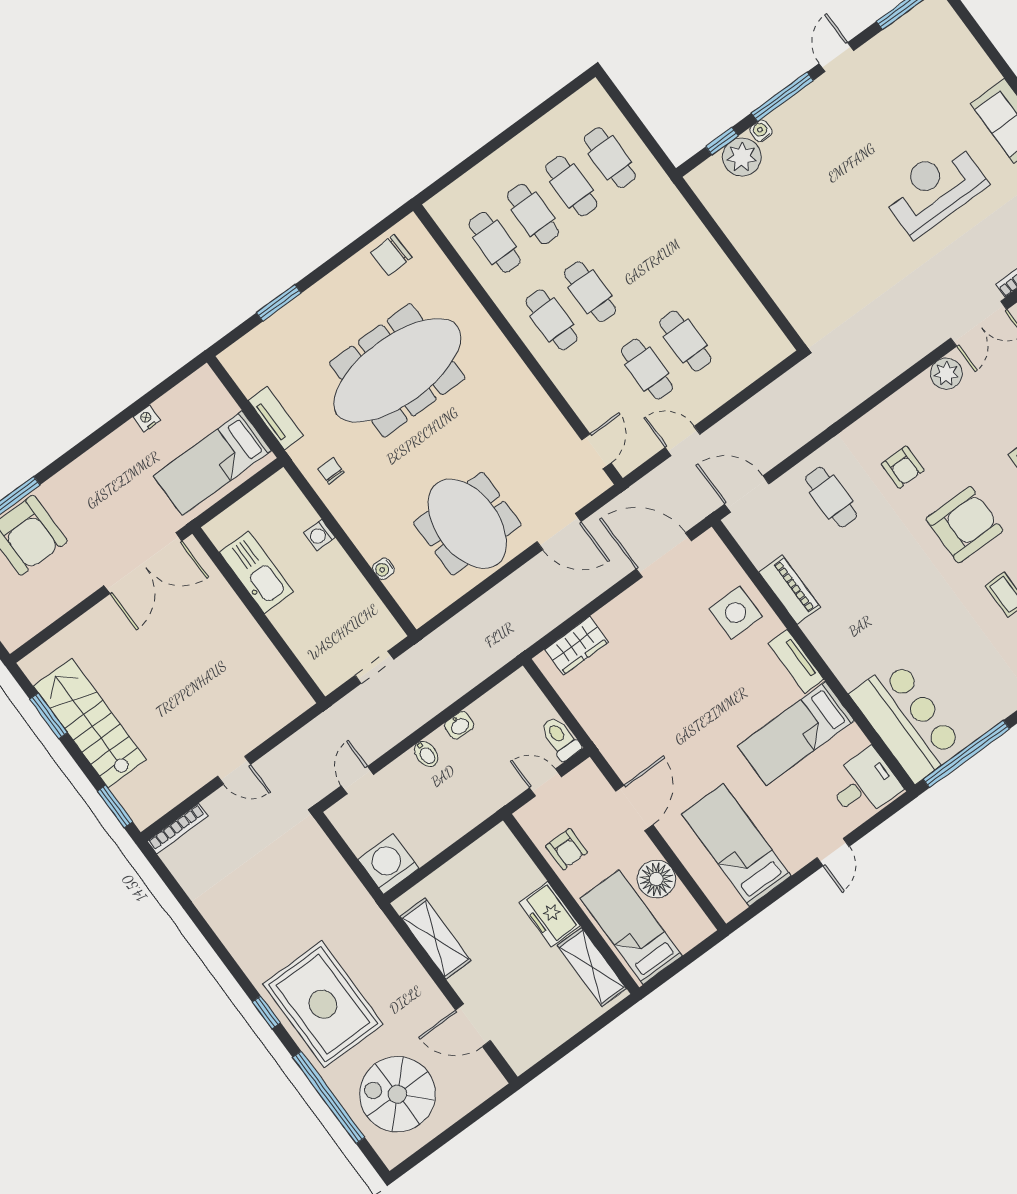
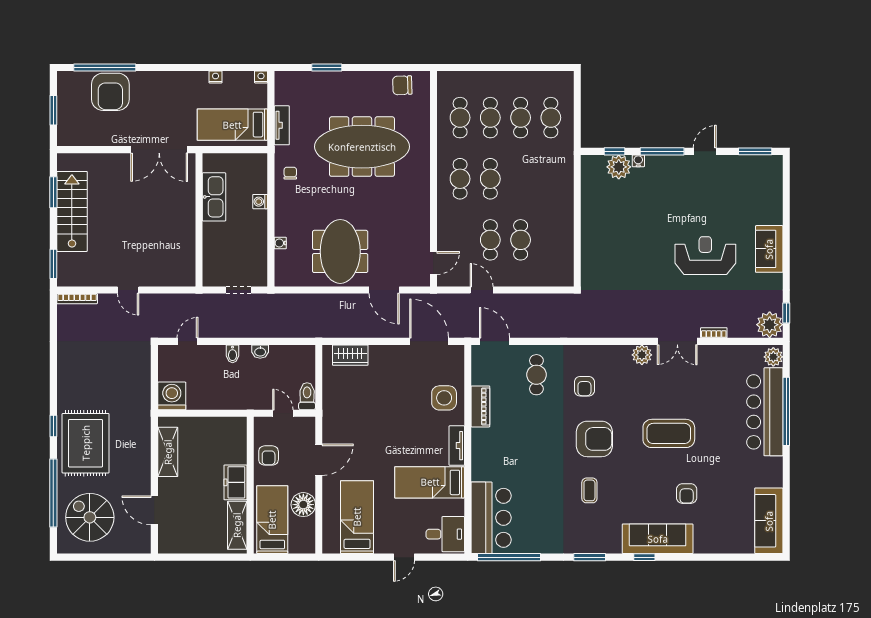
nightstand: (204, 376) -> (261, 77), added

